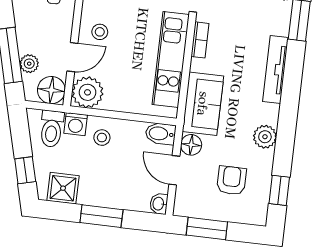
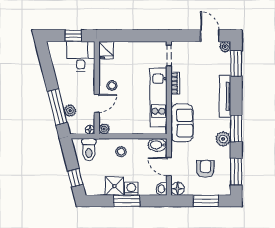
floor lamp: (51, 90) -> (90, 130), width x0.53, depth x0.53
plant: (87, 92) -> (104, 129), width x0.53, depth x0.53
window: (287, 122) -> (236, 128), added
washing machine: (76, 124) -> (131, 189), moved, turned 180
floor lamp: (191, 145) -> (177, 189), moved
shower: (63, 188) -> (114, 186), moved
window: (279, 190) -> (236, 172), width x1.50
window: (207, 228) -> (206, 201), moved

